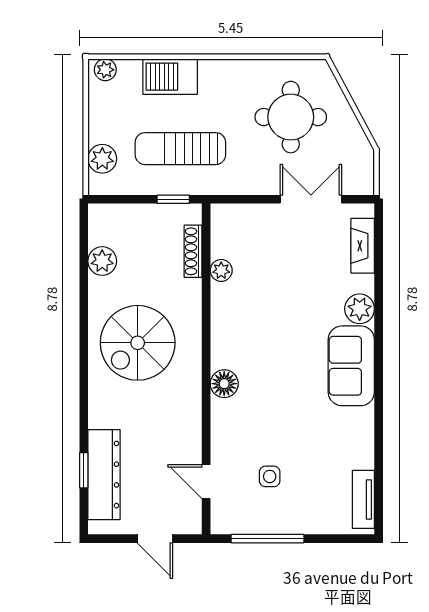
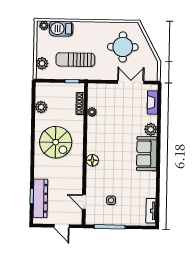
barbecue: (170, 77) -> (61, 29), moved
spiral stairs: (138, 343) -> (56, 142), turned -90

